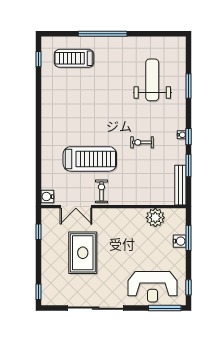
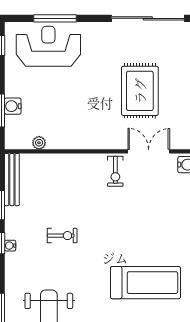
treadmill: (90, 159) -> (145, 283), moved, turned 180
plant: (155, 218) -> (39, 143), width x0.53, depth x0.53
sliding door: (96, 308) -> (148, 18), moved
window: (165, 308) -> (55, 18), moved

